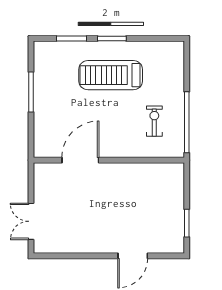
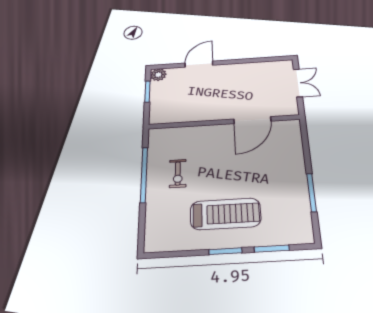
door: (80, 160) -> (252, 120), moved
wall: (109, 160) -> (224, 122), moved
plant: (176, 245) -> (158, 75), added

